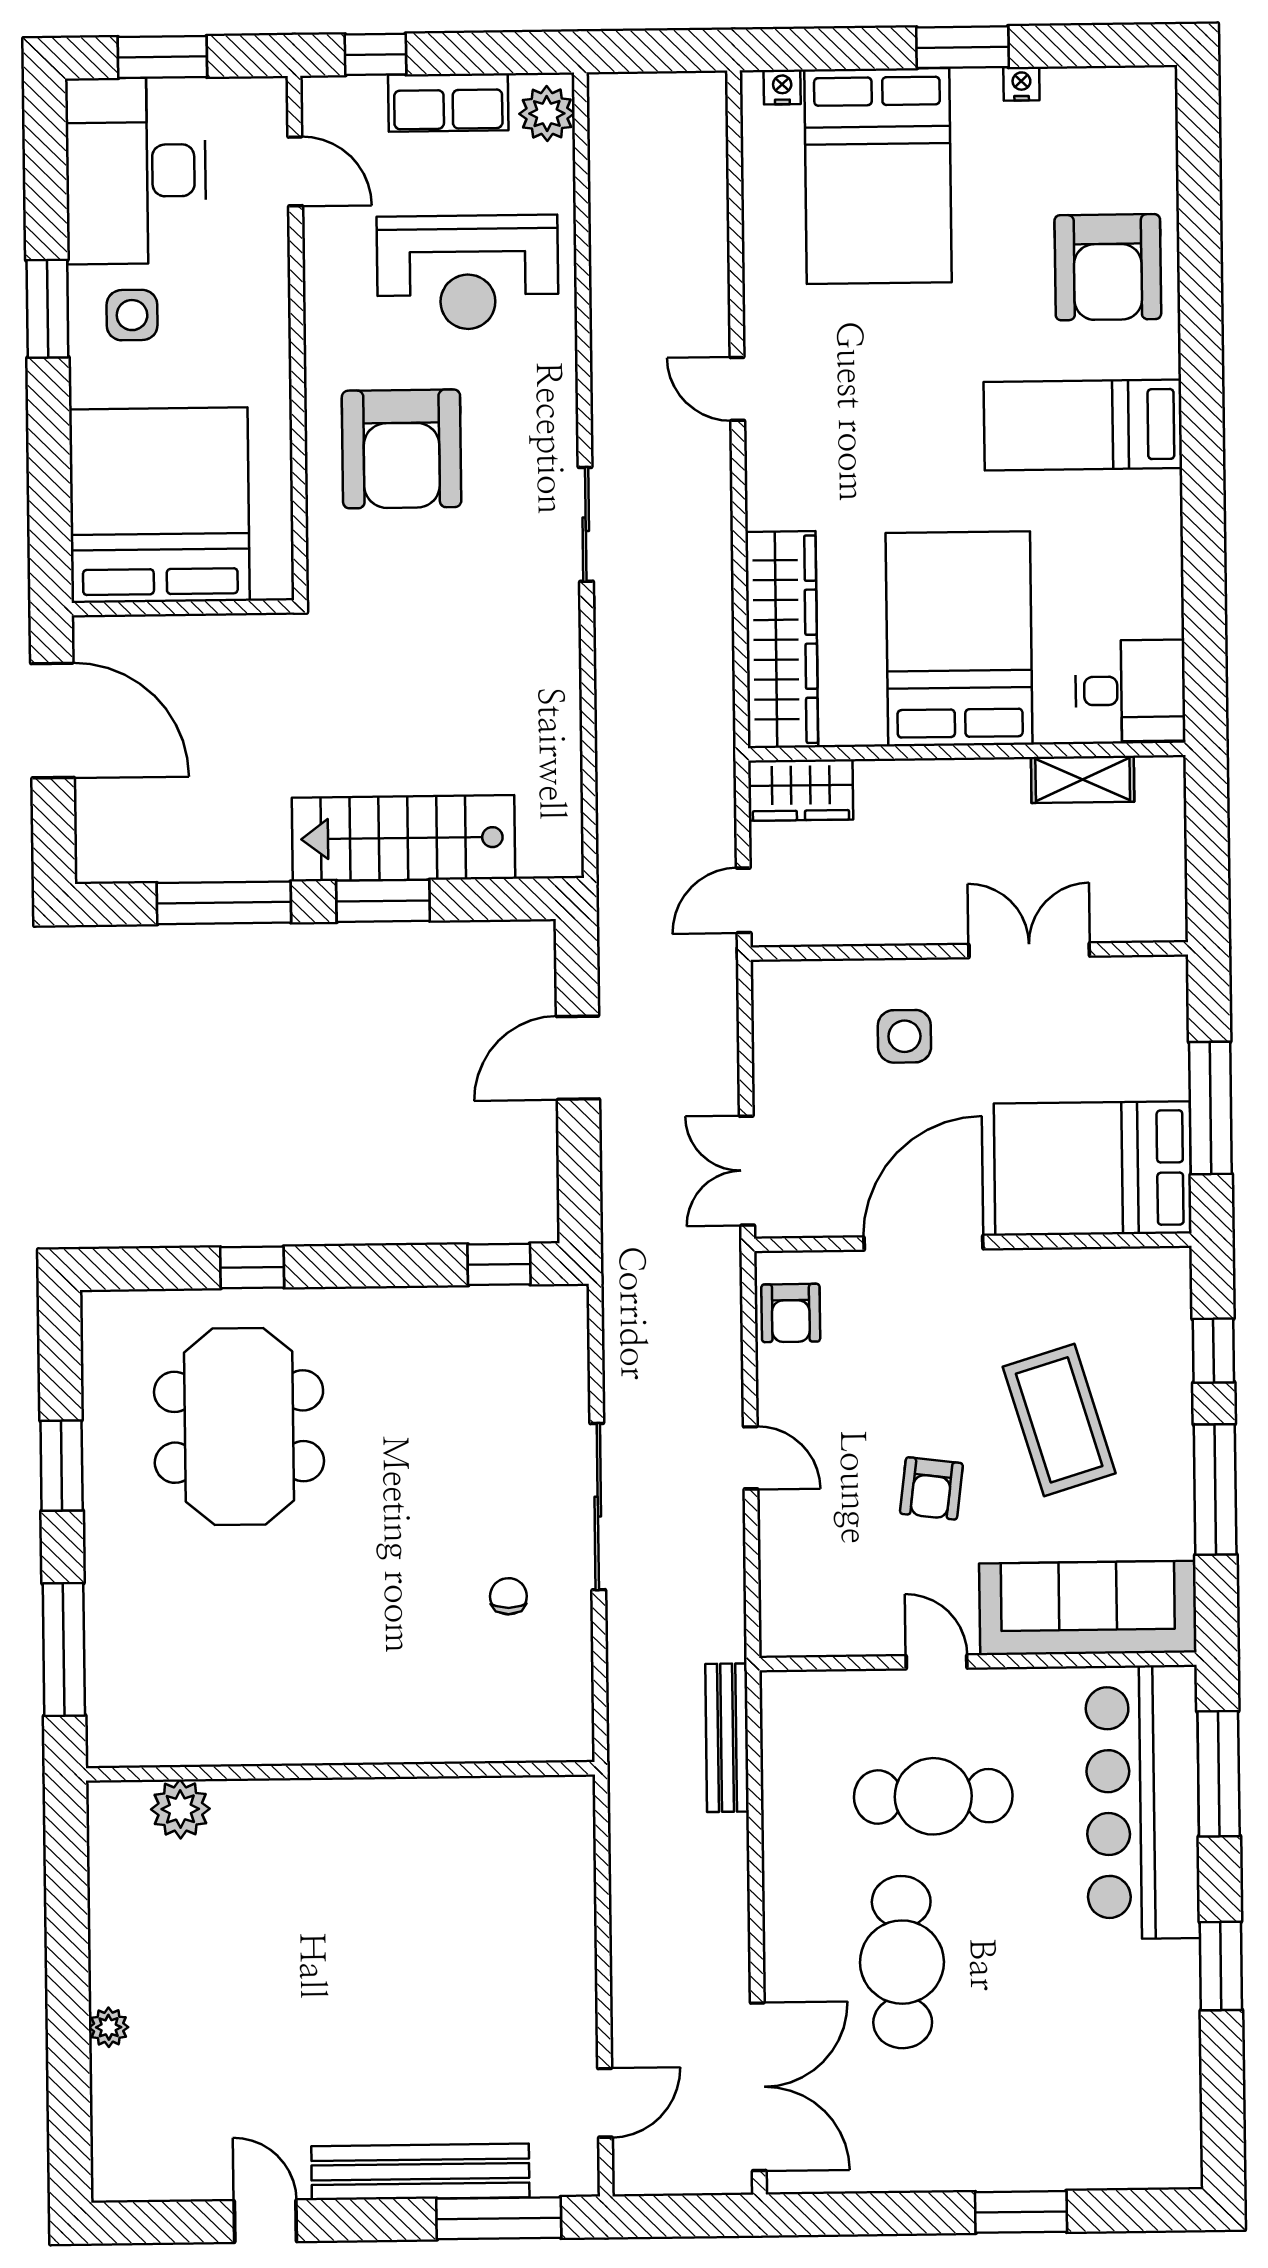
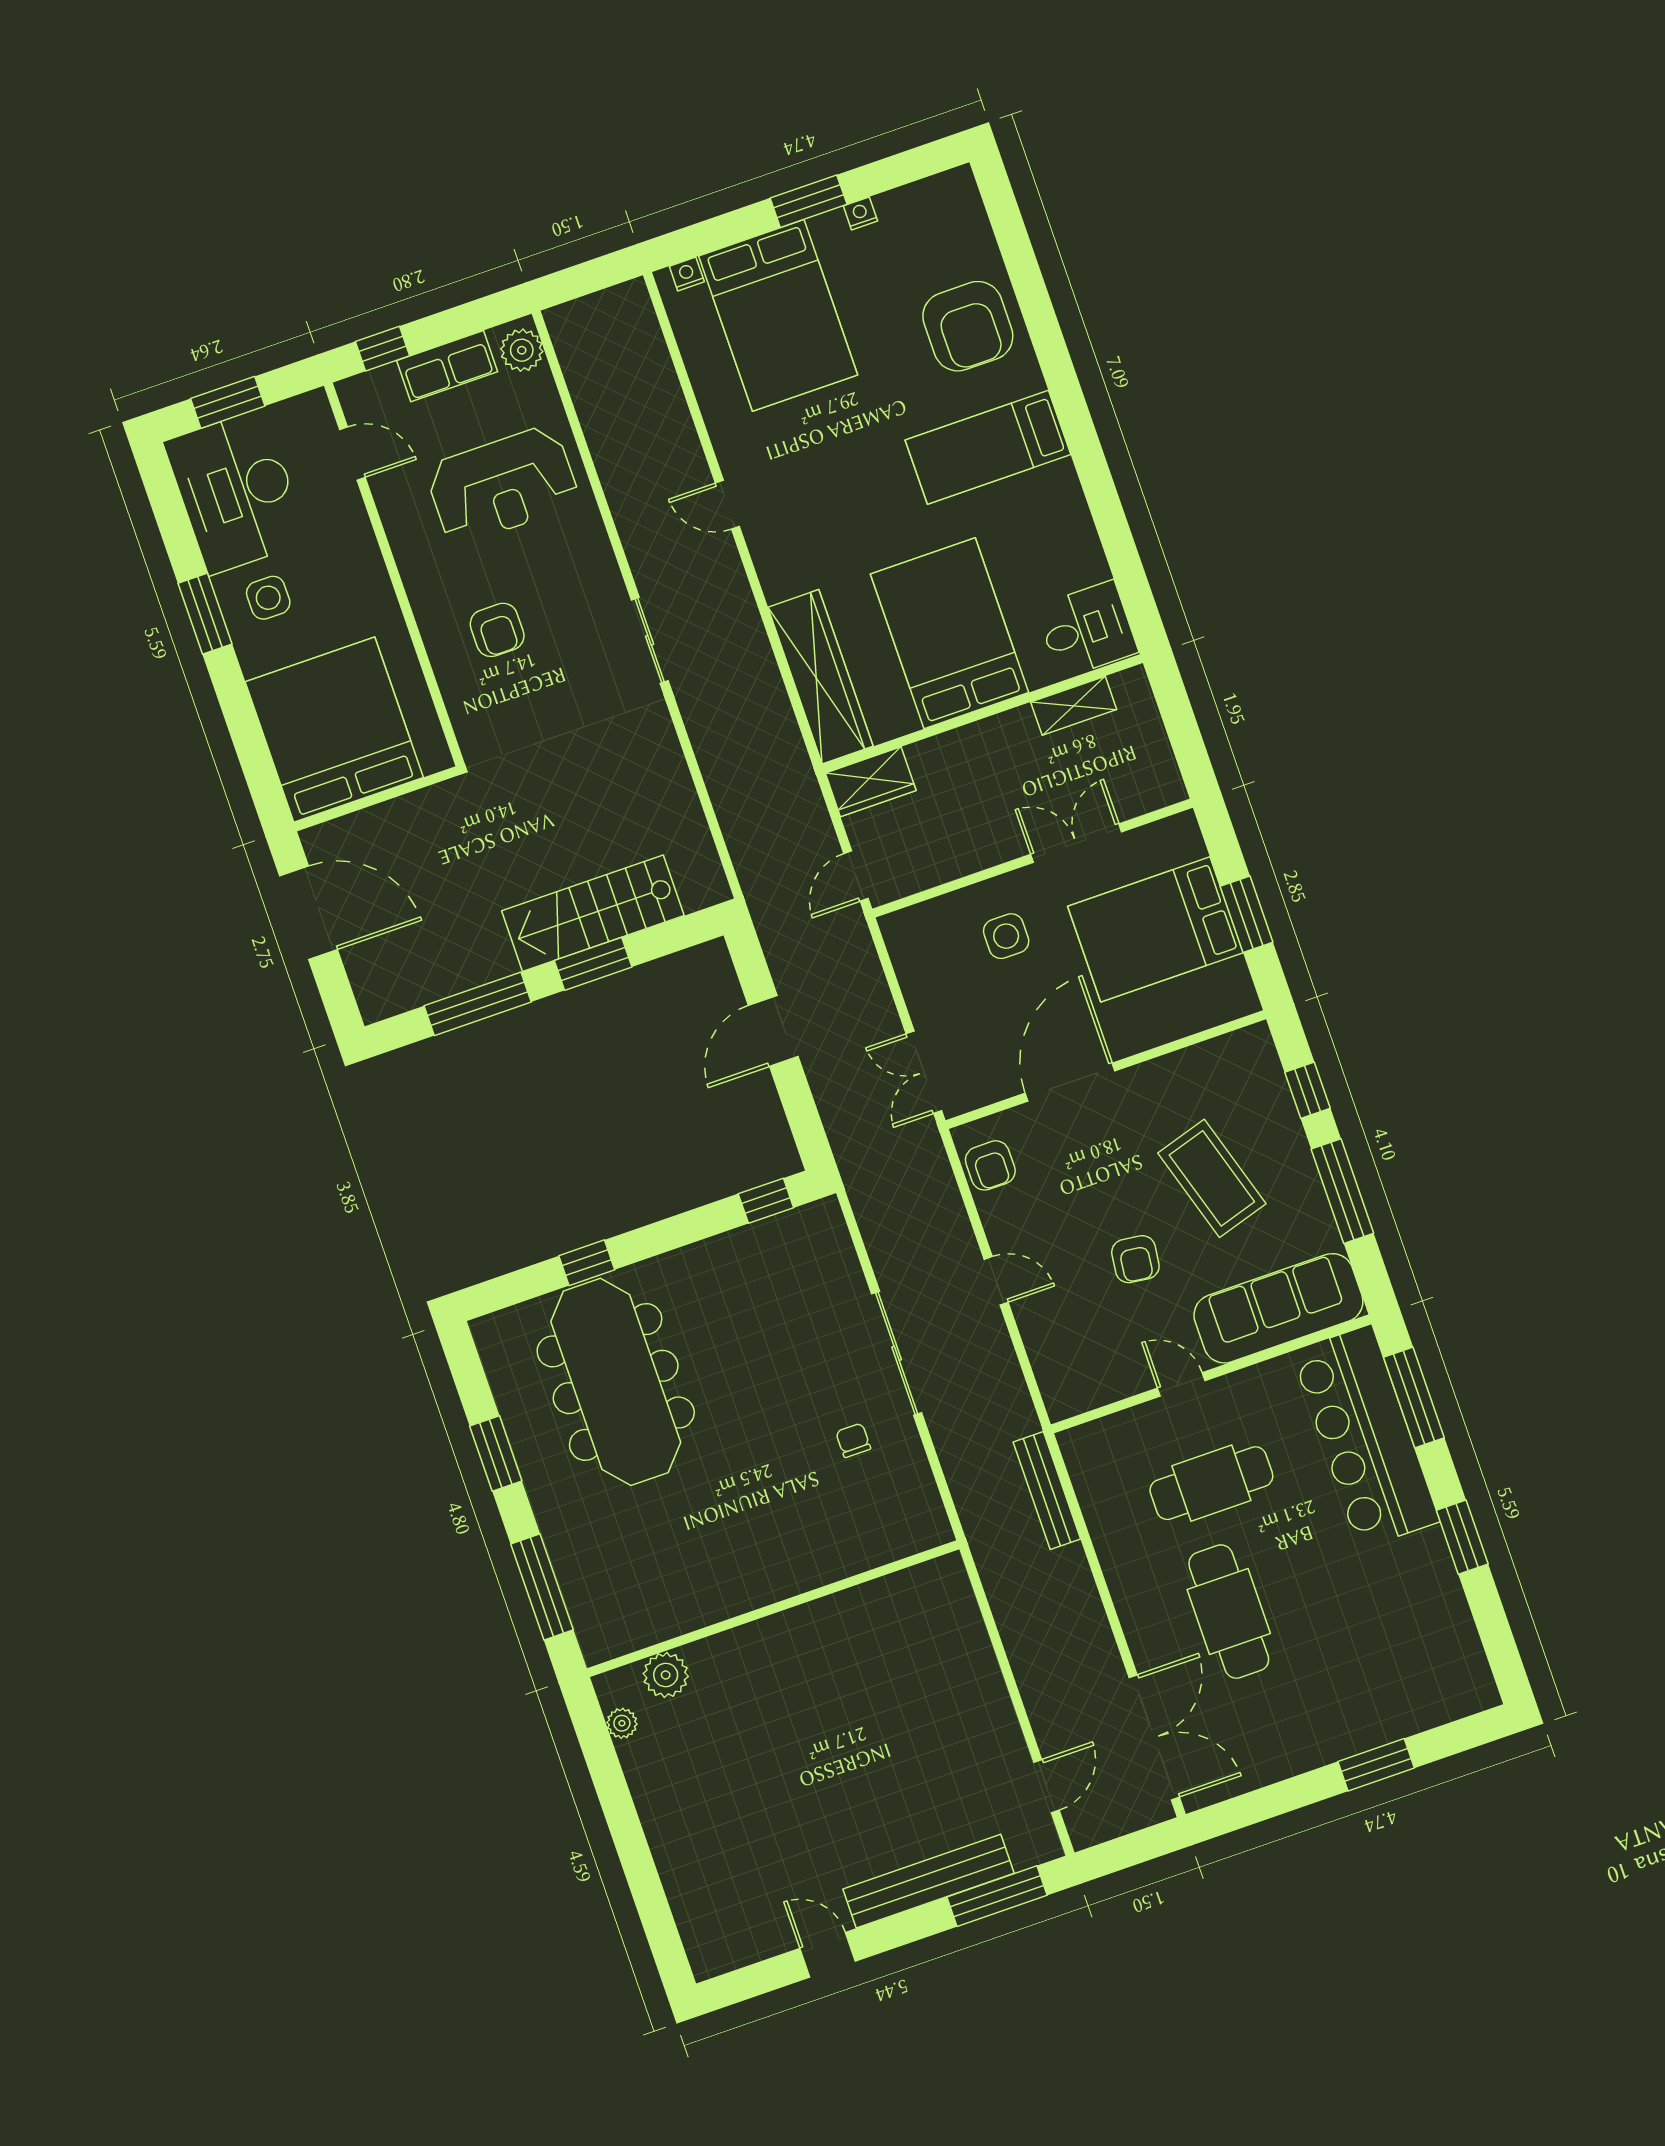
armchair: (402, 449) -> (497, 630), width x0.53, depth x0.53
window: (1210, 1108) -> (1247, 914), width x0.69
bed: (1093, 1168) -> (1155, 929), moved
meeting table: (239, 1427) -> (616, 1382), width x1.36
plant: (109, 2027) -> (622, 1723), moved

